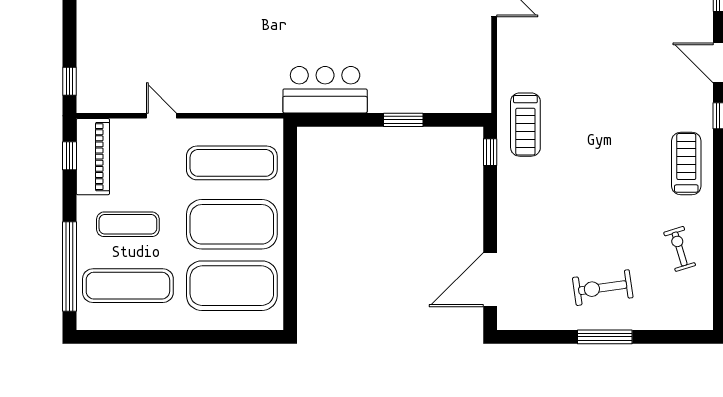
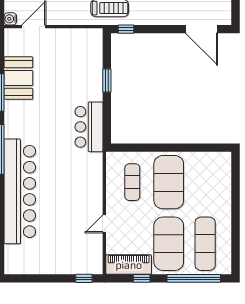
window: (70, 156) -> (142, 278), moved
exercise mat: (232, 163) -> (132, 182), width x0.73, depth x0.69
exercise mat: (128, 224) -> (169, 244), width x2.00, depth x1.45
exercise mat: (232, 286) -> (205, 182), removed

